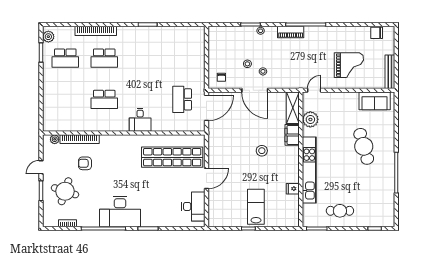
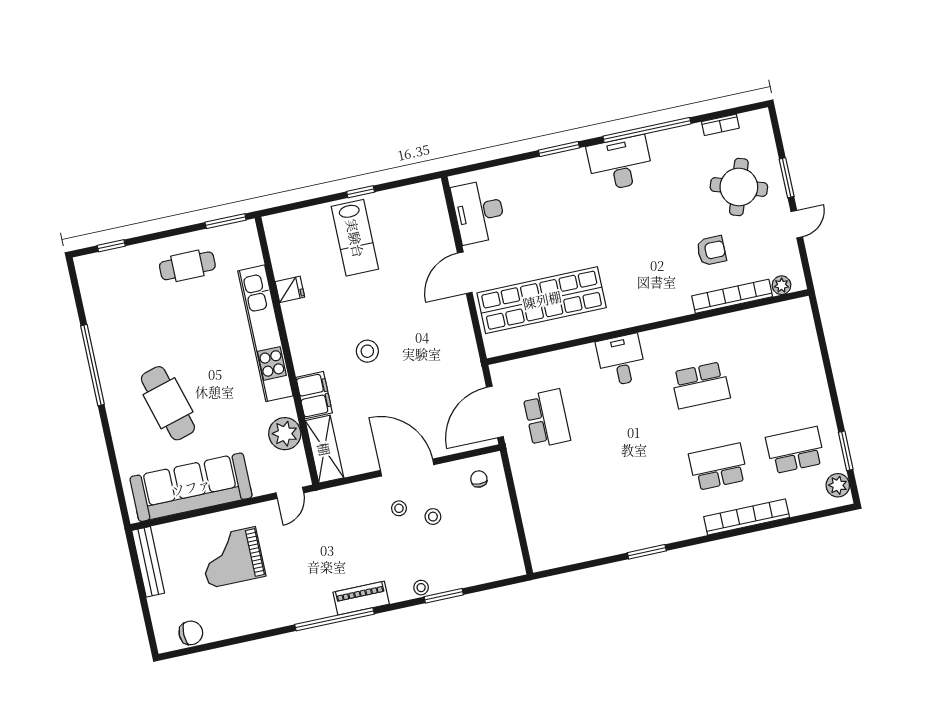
school desk: (104, 99) -> (701, 385), turned 180
sofa: (375, 101) -> (191, 487), width x1.85, depth x1.27
desk: (120, 212) -> (620, 163), width x0.73, depth x0.77

